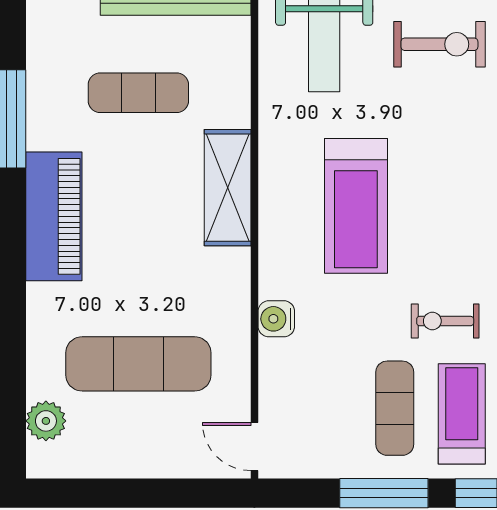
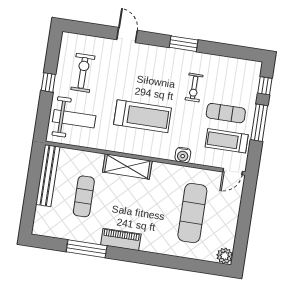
piano: (54, 216) -> (121, 239), width x0.73, depth x0.75
treadmill: (462, 414) -> (227, 141), moved
plant: (46, 421) -> (225, 256), moved

